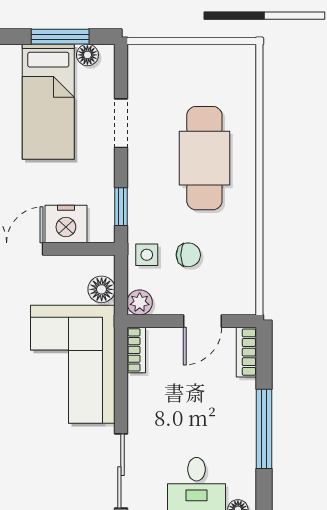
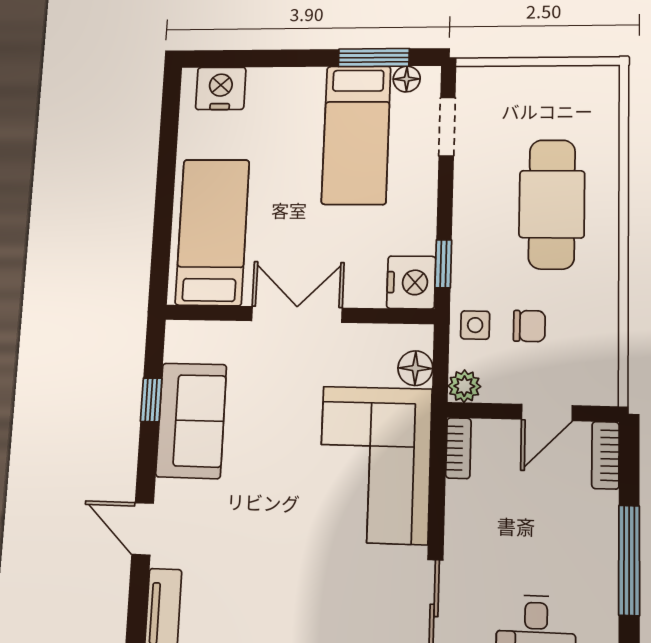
doorway: (121, 123) -> (447, 127), moved
nightstand: (66, 224) -> (411, 282), moved, turned -90

